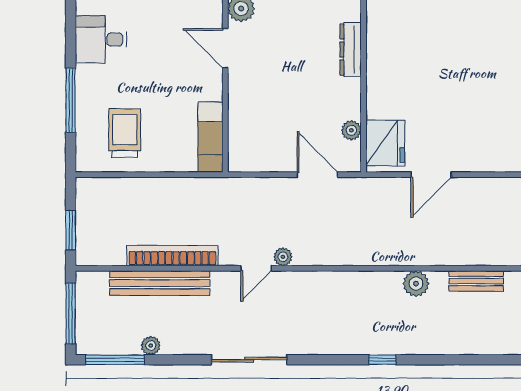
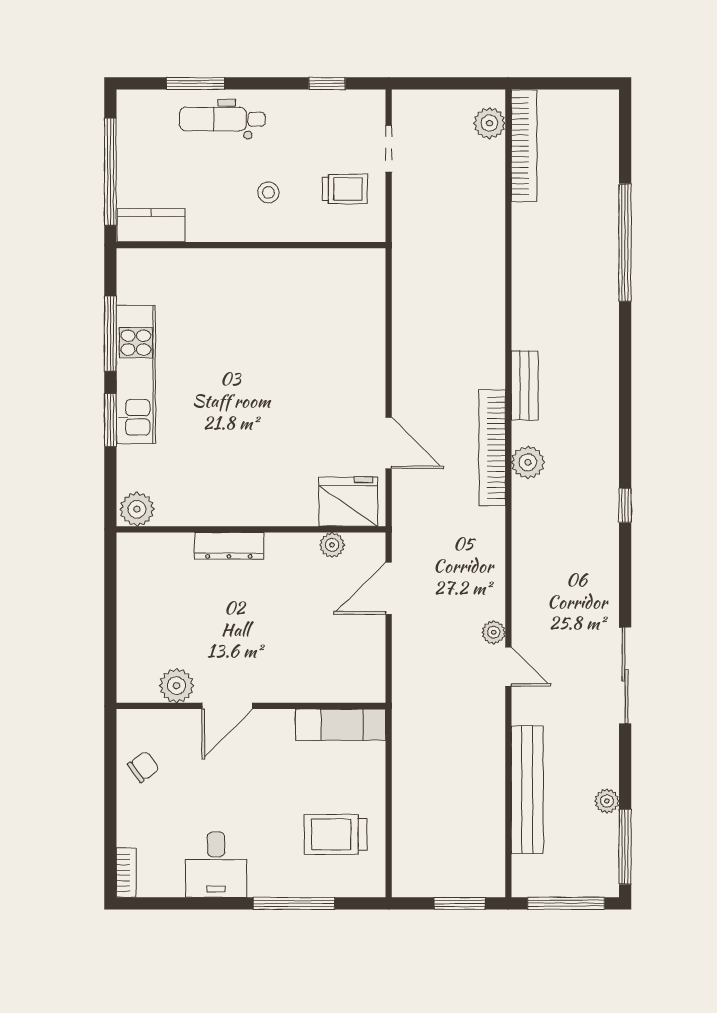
bookcase: (172, 256) -> (492, 448), moved

